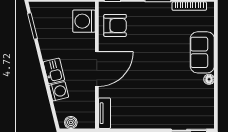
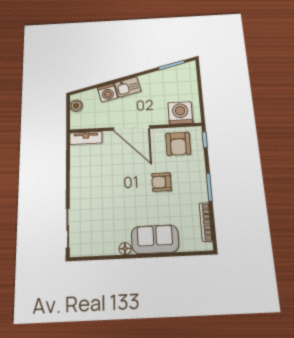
armchair: (151, 44) -> (161, 182), added

